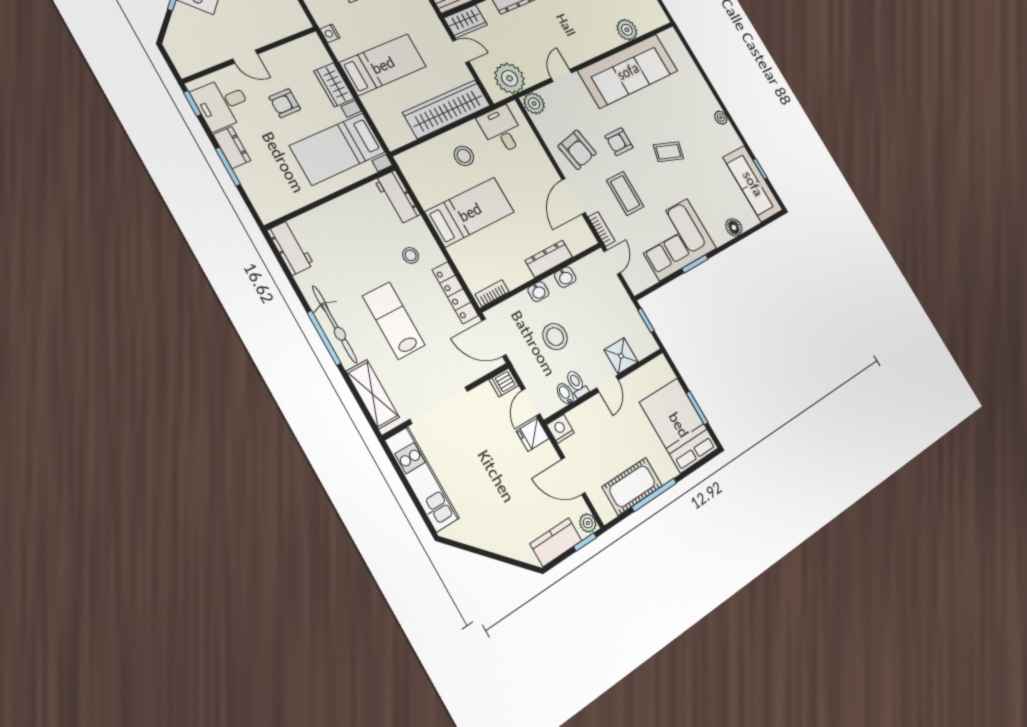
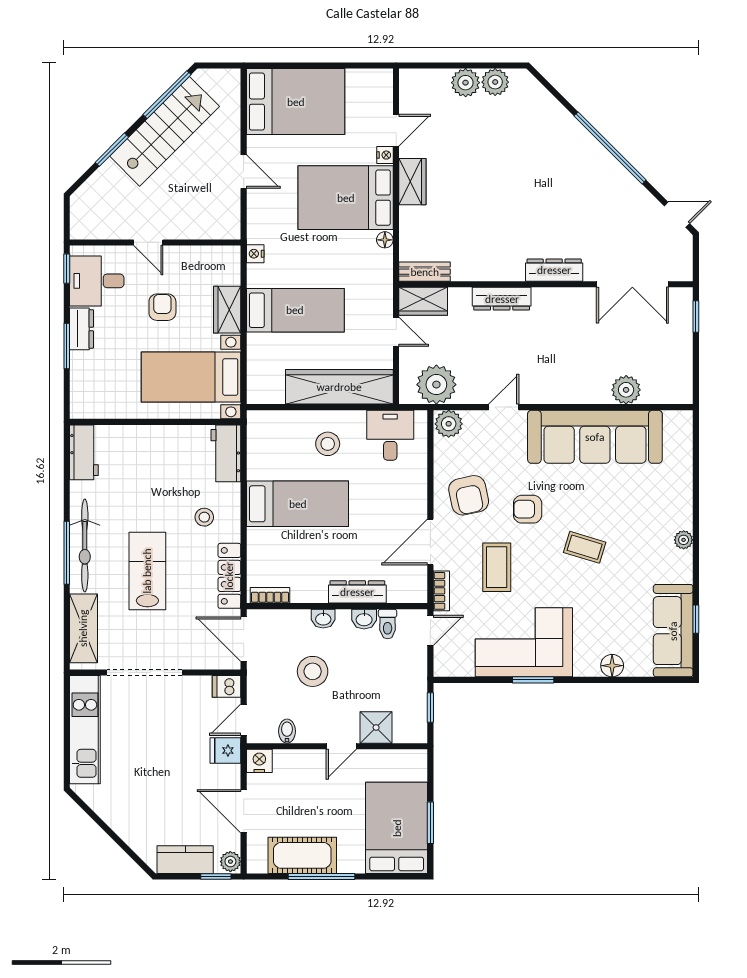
armchair: (285, 103) -> (162, 307), turned 90
toilet: (577, 384) -> (388, 624), moved, turned 180

